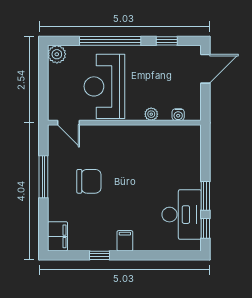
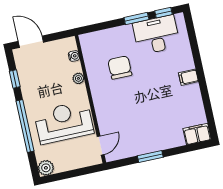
reception desk: (104, 86) -> (64, 122), turned 180
window: (43, 177) -> (150, 157), width x0.69
chair: (89, 181) -> (120, 67), moved
window: (99, 255) -> (205, 96), removed

